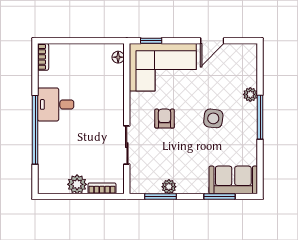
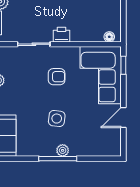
door: (212, 41) -> (123, 118), hinge flipped
plant: (250, 94) -> (63, 150), moved
printer: (116, 113) -> (61, 35), added

